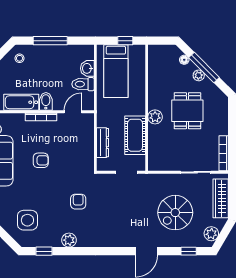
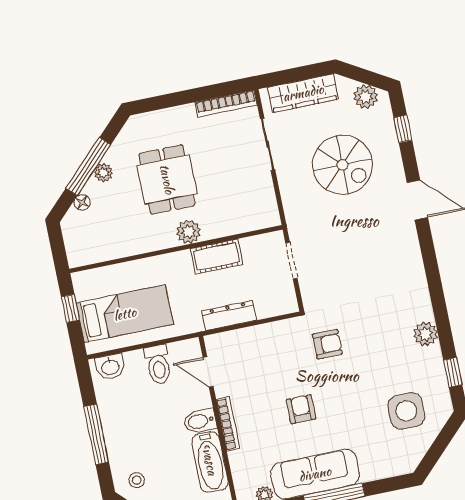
washbasin: (87, 68) -> (110, 367), moved
dining table: (187, 111) -> (167, 179), turned 90
cot: (135, 135) -> (217, 257), width x0.73, depth x0.75
dresser: (103, 143) -> (229, 316), moved
armchair: (78, 202) -> (327, 344), moved, turned 180

